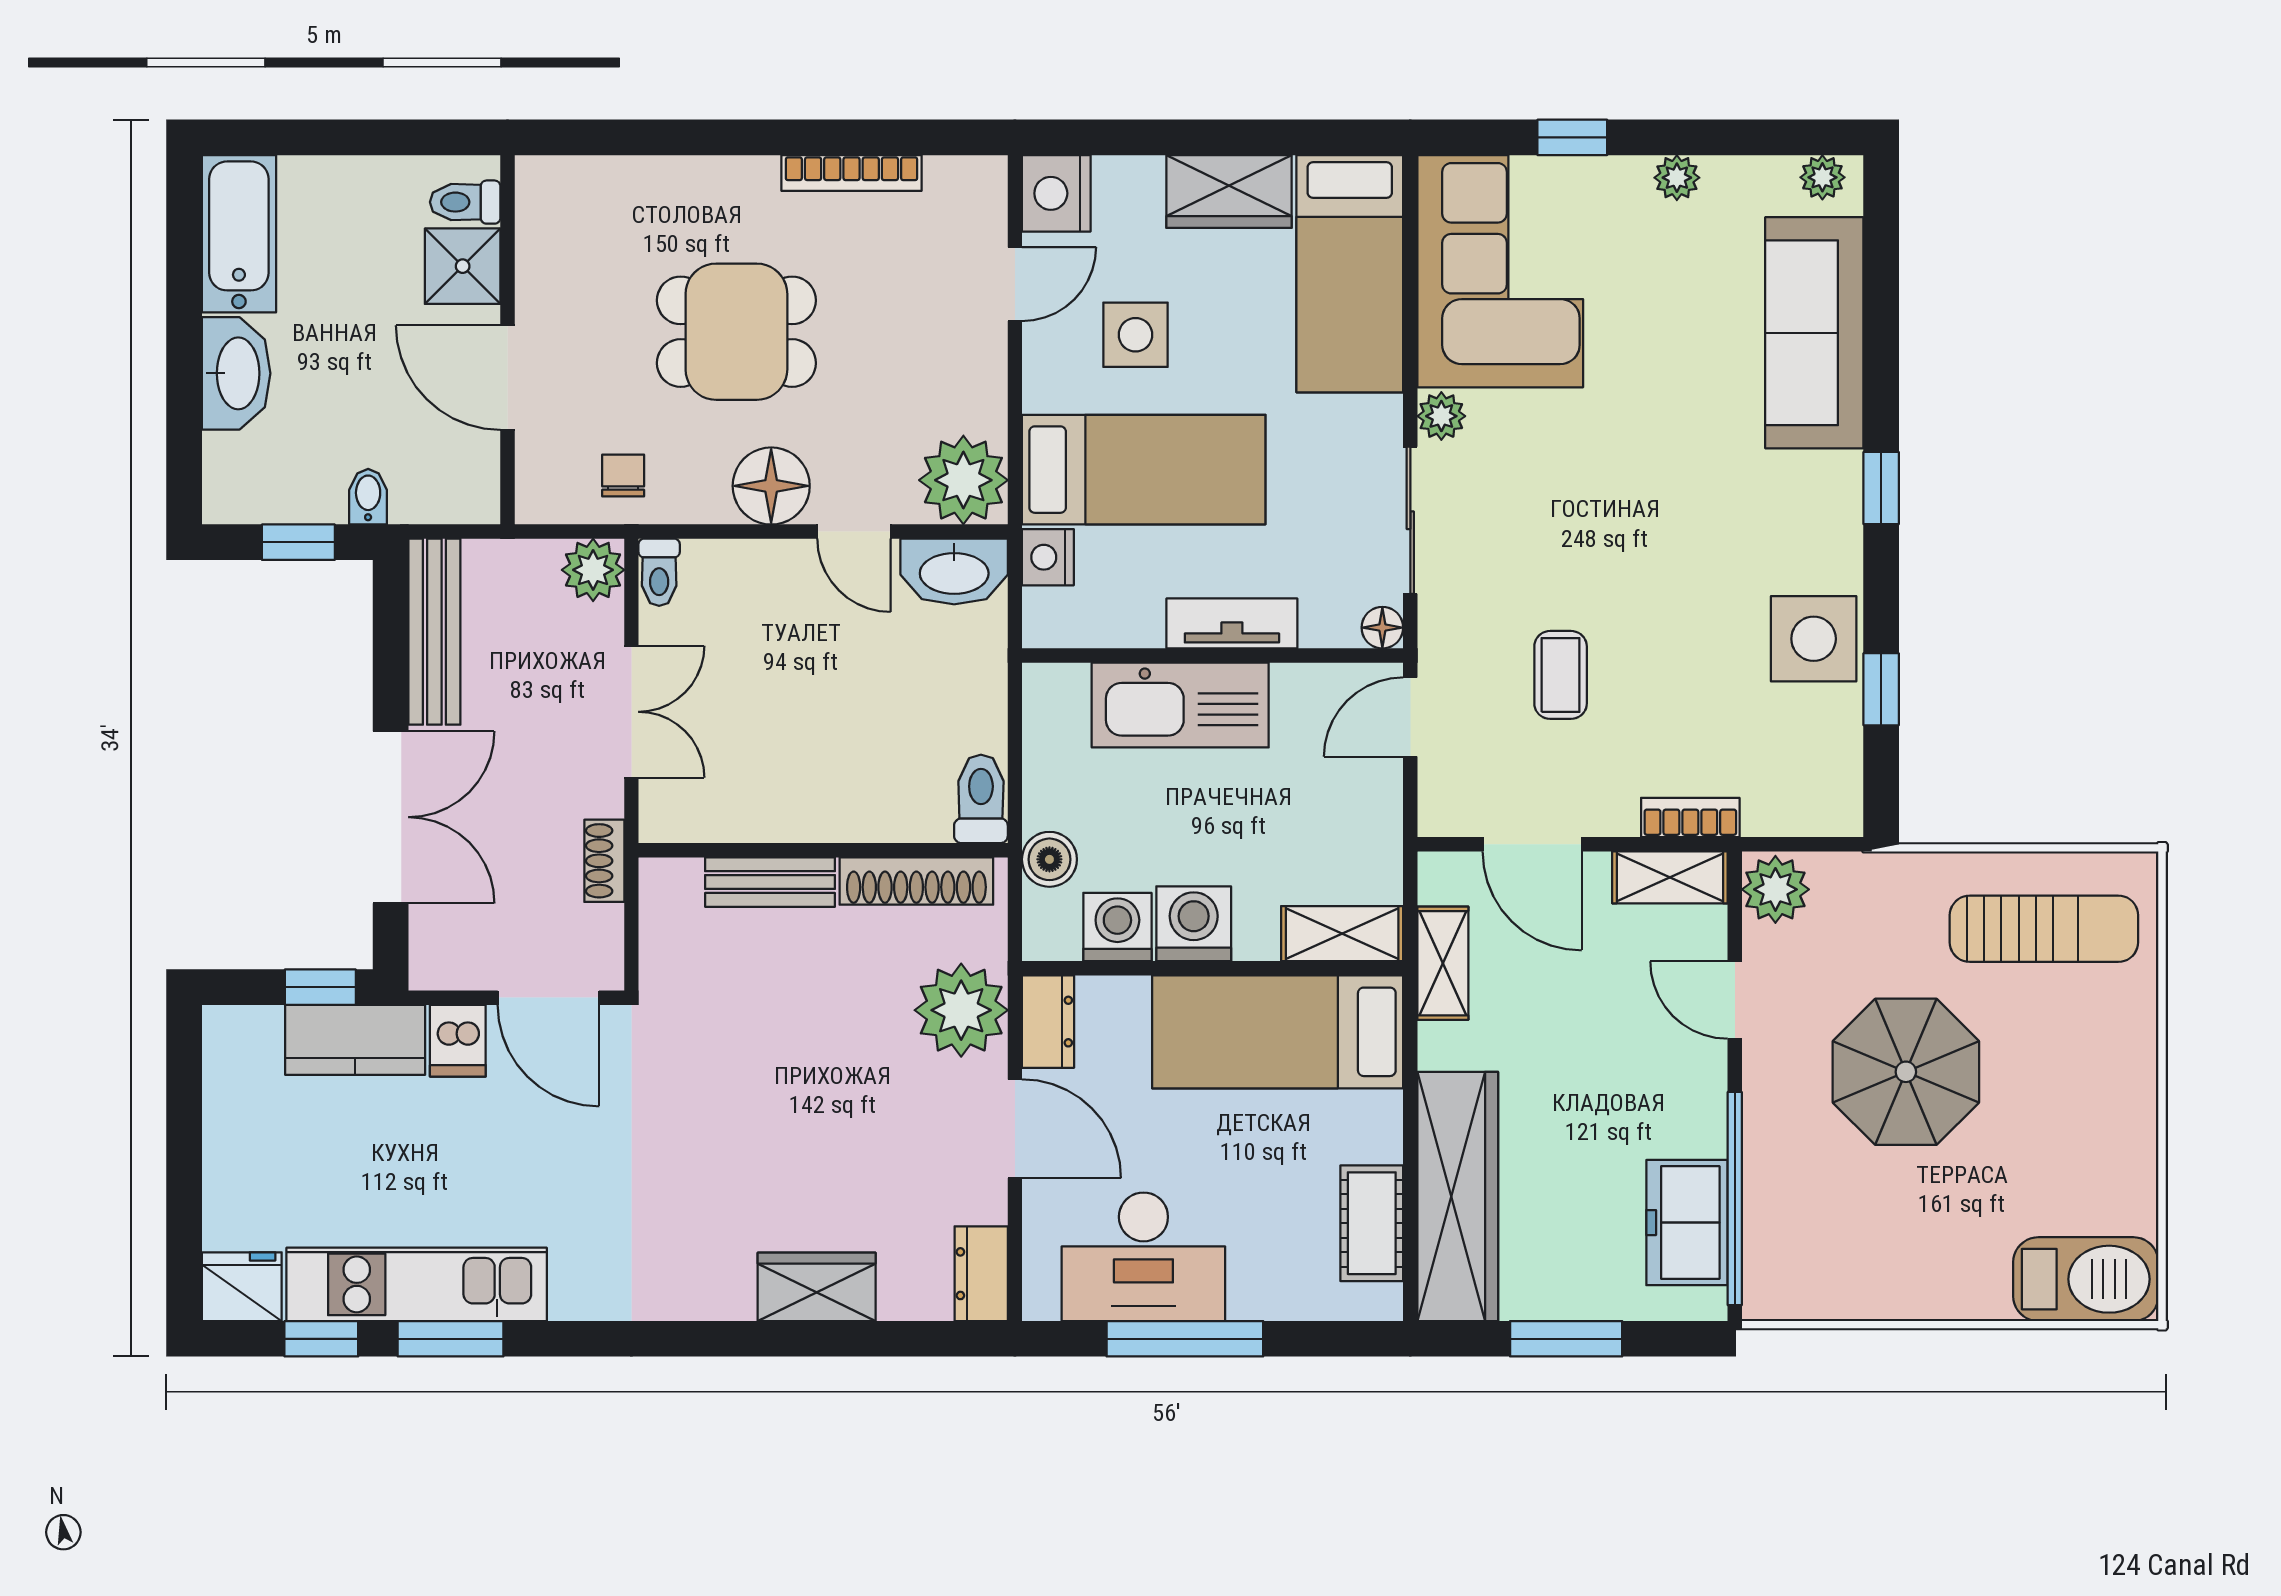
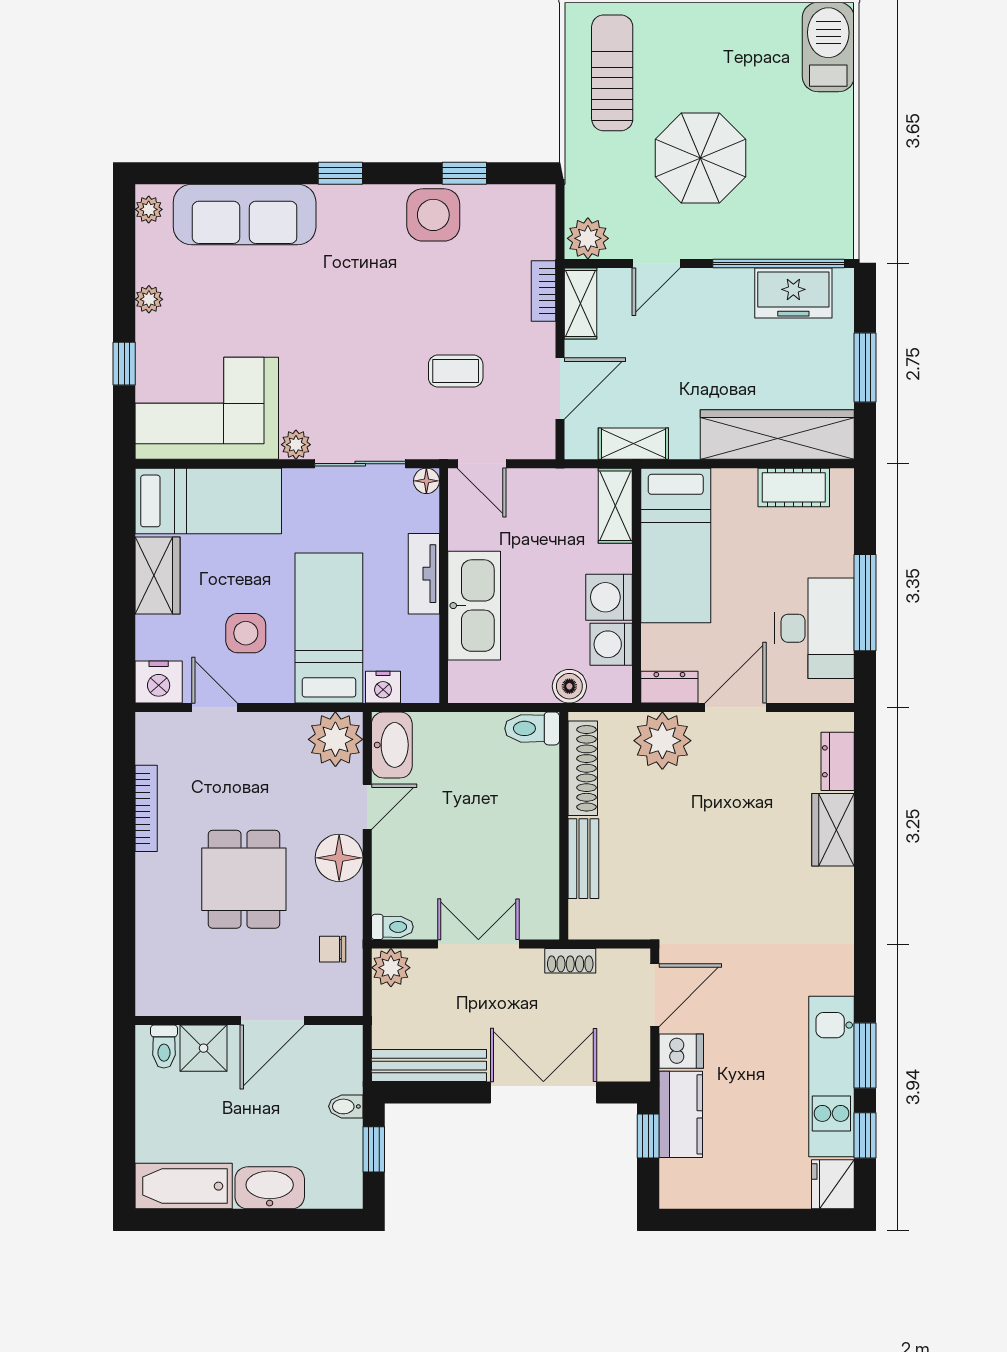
dresser: (981, 1274) -> (838, 761), moved, turned 90

